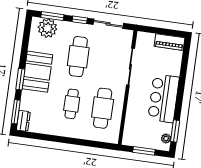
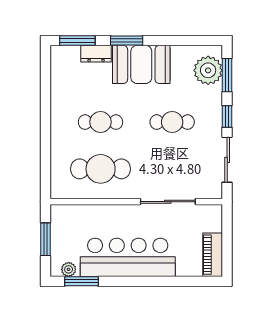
cafe table: (78, 57) -> (172, 122), width x0.73, depth x0.74
bar counter: (164, 98) -> (128, 257), width x1.36
dresser: (23, 121) -> (96, 54), moved

